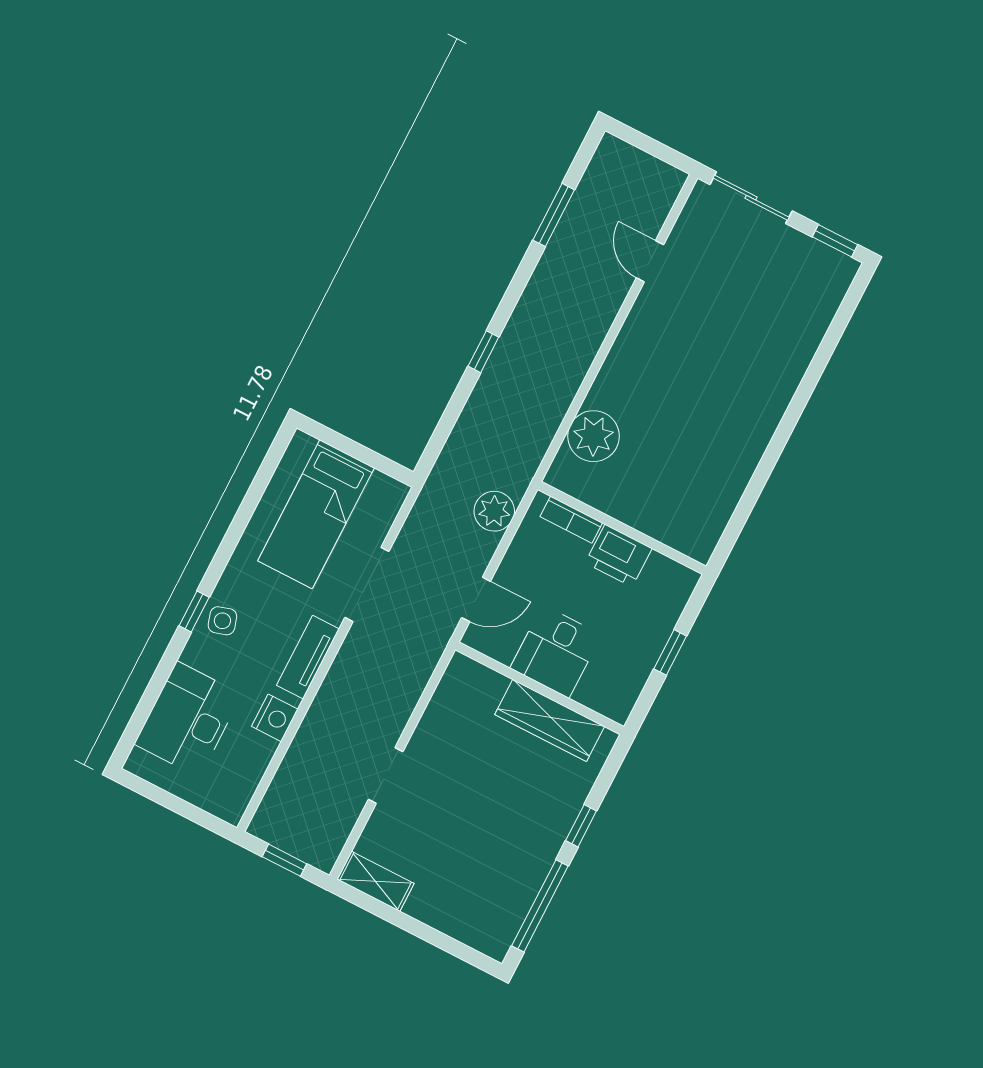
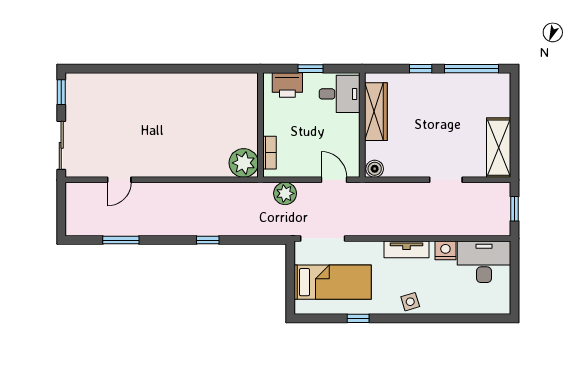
plant: (594, 436) -> (244, 163), moved
printer: (619, 556) -> (287, 85), moved, turned 90
doorway: (367, 584) -> (323, 238), moved
window: (194, 611) -> (358, 318), moved
desk: (556, 651) -> (340, 94), moved
boiler: (461, 672) -> (375, 169), added
desk: (188, 719) -> (484, 262), moved, turned 180
shelving: (375, 881) -> (499, 148), width x1.50, depth x1.33

